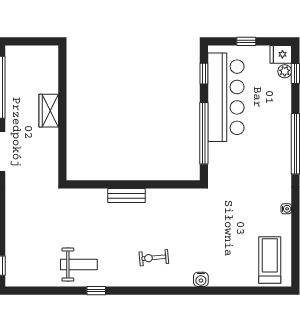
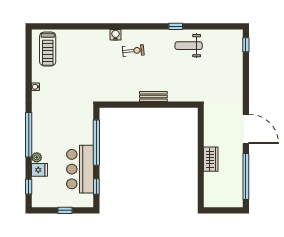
fridge: (281, 54) -> (40, 170), moved
plant: (285, 71) -> (37, 157), moved
bar counter: (226, 97) -> (80, 169), width x0.73
water cooler: (201, 279) -> (116, 35), moved

